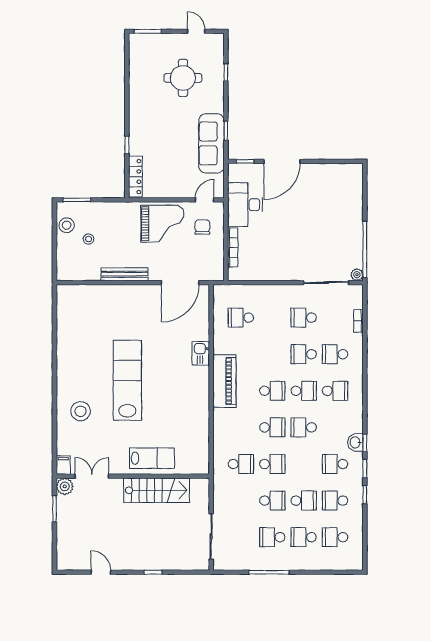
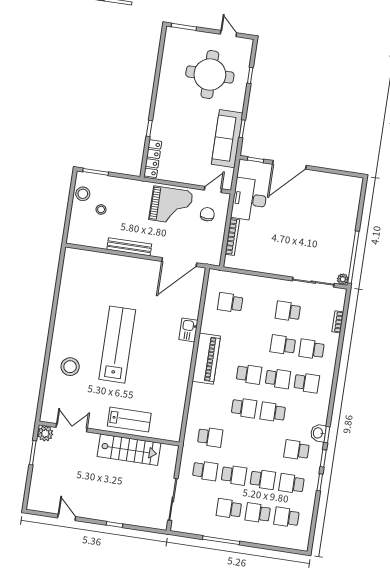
round table: (183, 78) -> (210, 75), width x1.36, depth x1.36
school desk: (272, 464) -> (205, 471), moved
filing cabinet: (63, 465) -> (47, 414), removed

